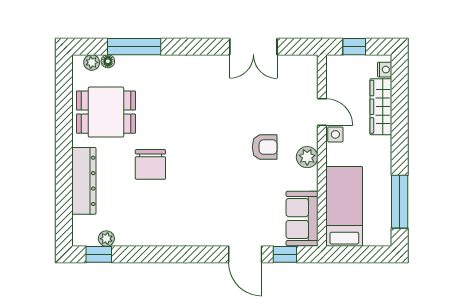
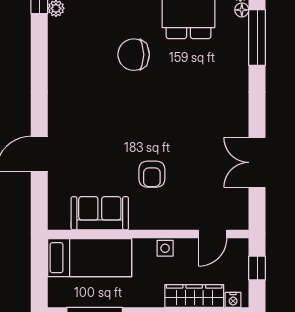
door: (322, 112) -> (213, 234), moved
plant: (307, 157) -> (141, 219), removed
sofa: (302, 219) -> (100, 213), moved
window: (285, 254) -> (39, 195), removed

